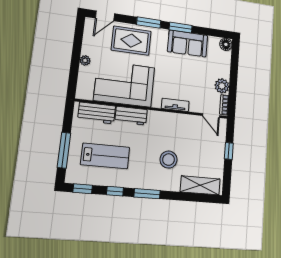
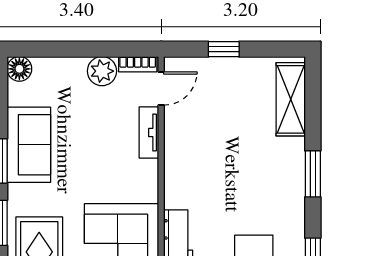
tv unit: (175, 105) -> (149, 132), moved
stool: (169, 160) -> (250, 162), removed
window: (147, 194) -> (313, 174), moved

